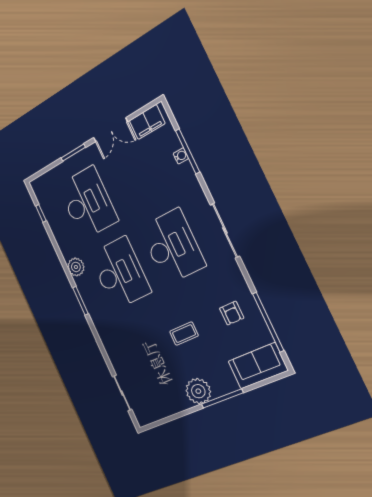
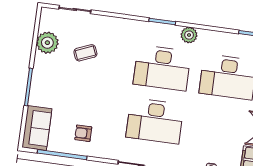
coffee table: (184, 334) -> (85, 53), moved, turned 68
plant: (198, 391) -> (47, 43), moved

